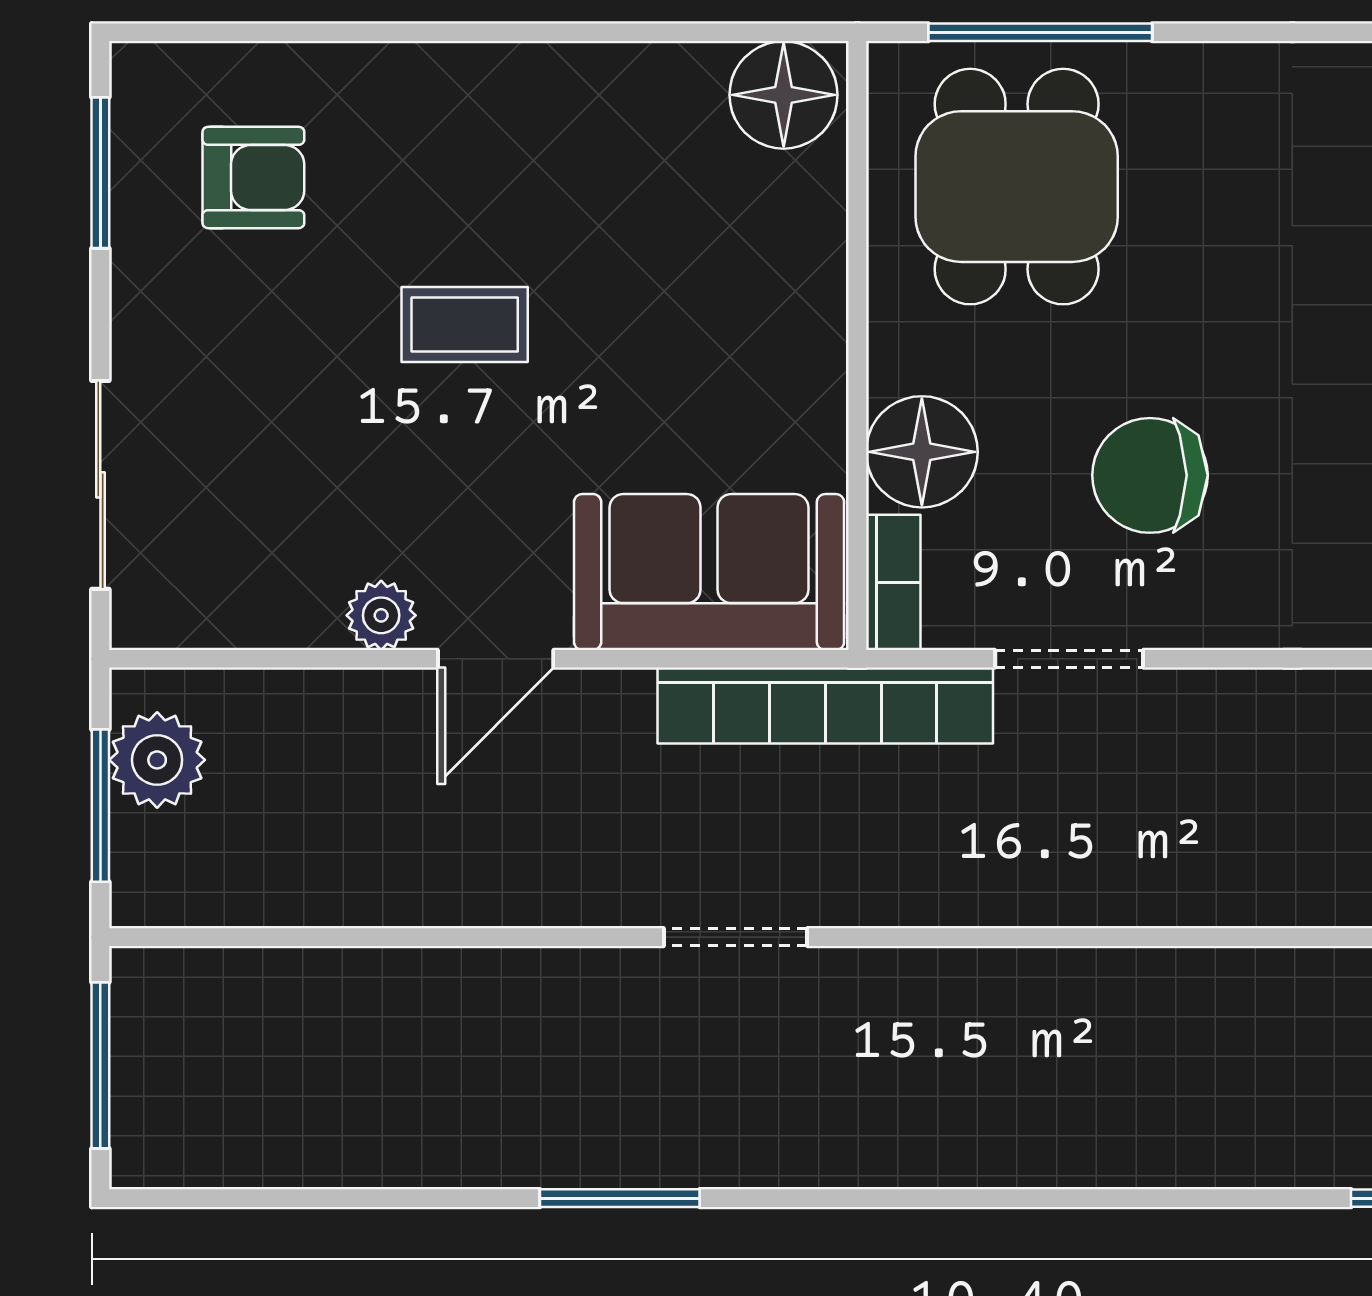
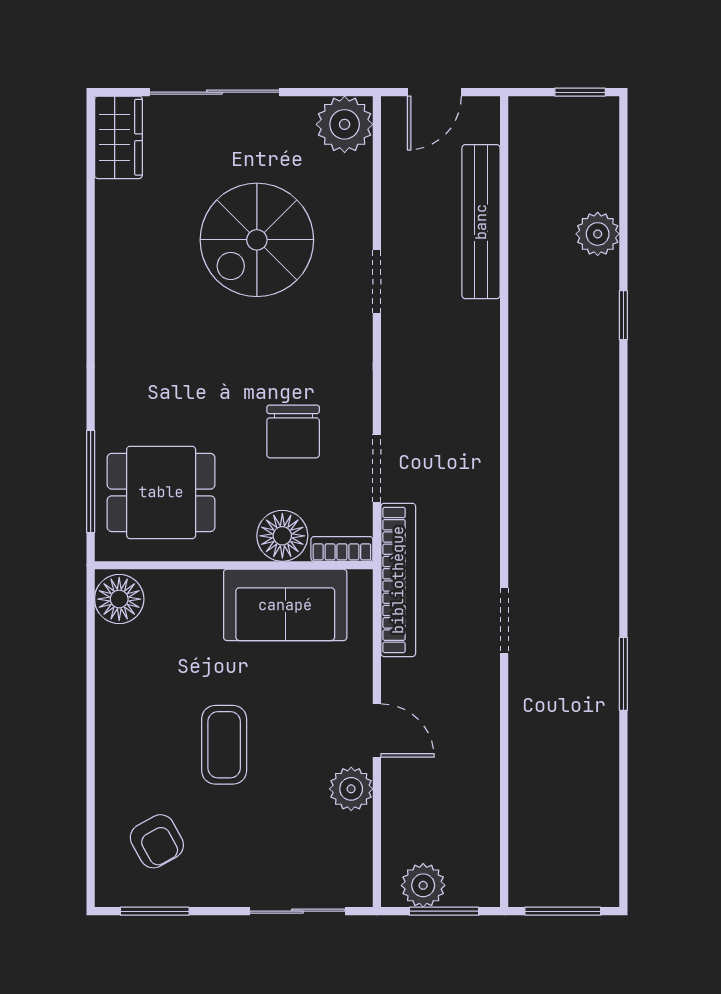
armchair: (253, 177) -> (157, 841), turned 151
coffee table: (465, 325) -> (224, 745), width x1.36, depth x1.30
sofa: (709, 572) -> (285, 605), moved, turned -90
plant: (381, 615) -> (351, 789), width x1.38, depth x1.38

